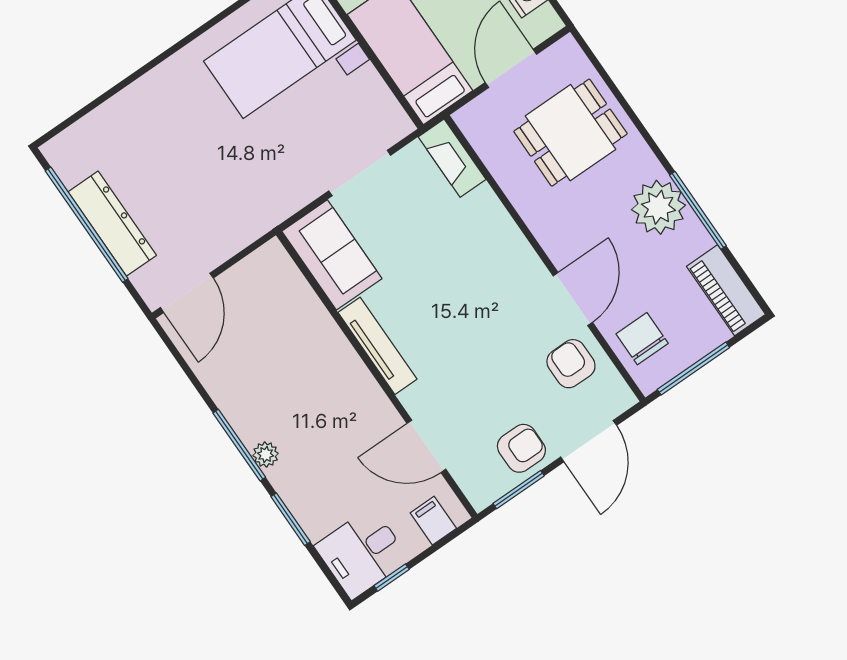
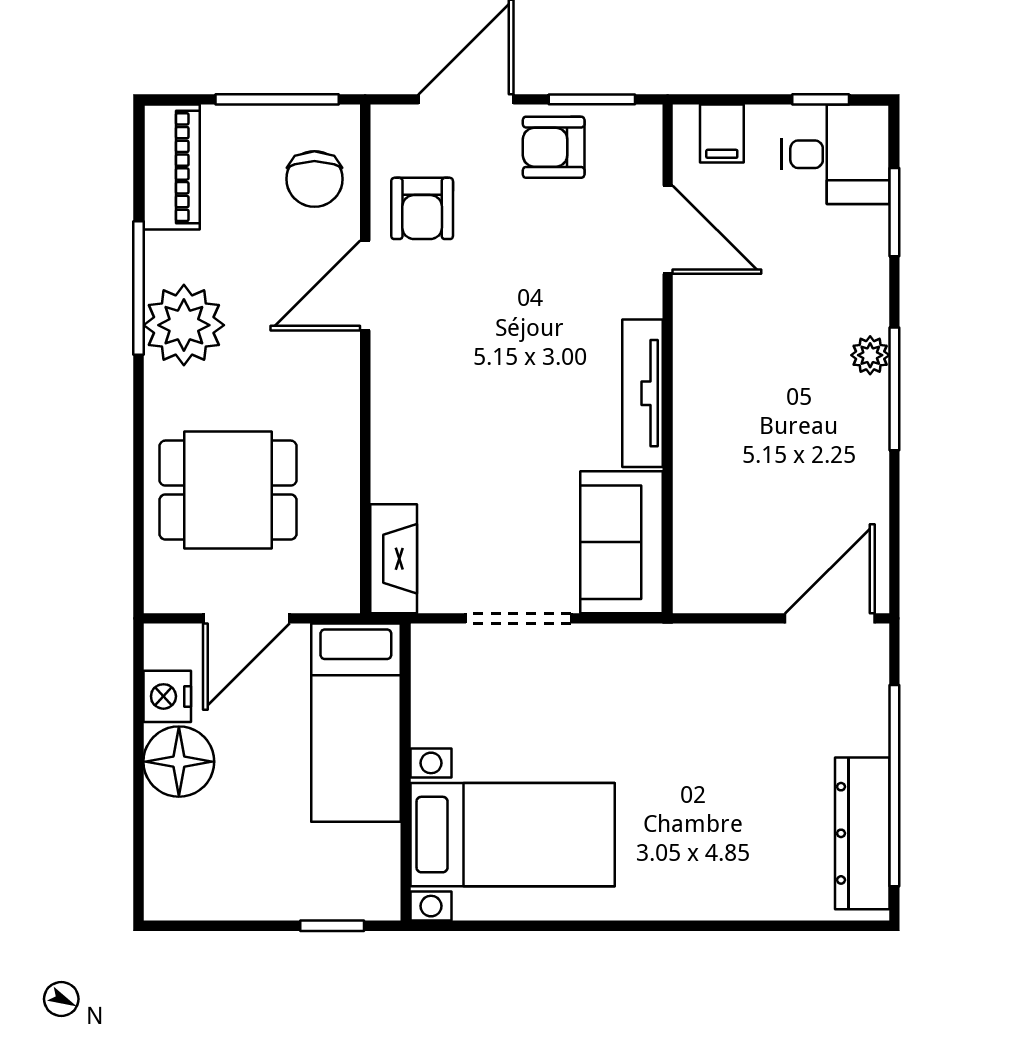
dresser: (112, 224) -> (862, 833), moved
window: (291, 519) -> (894, 212), moved

